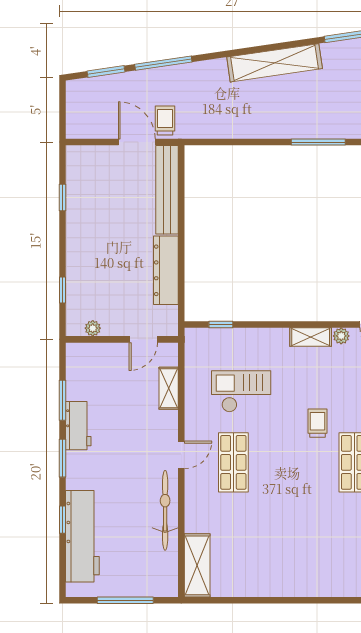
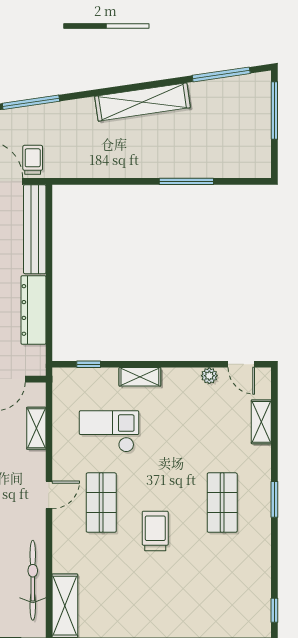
shelving: (311, 337) -> (140, 377), moved
trolley: (317, 423) -> (155, 531), moved, width x1.36, depth x1.39
bicycle: (165, 510) -> (33, 580), moved

